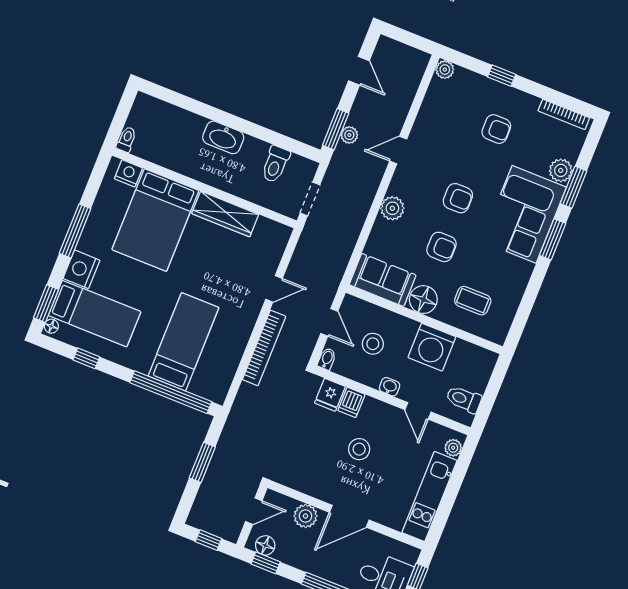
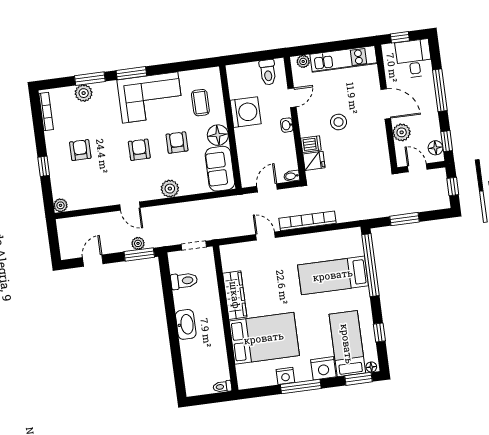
nightstand: (128, 173) -> (285, 376), moved, turned -90
corner sofa: (524, 214) -> (150, 98), moved
stool: (373, 344) -> (265, 152), removed

